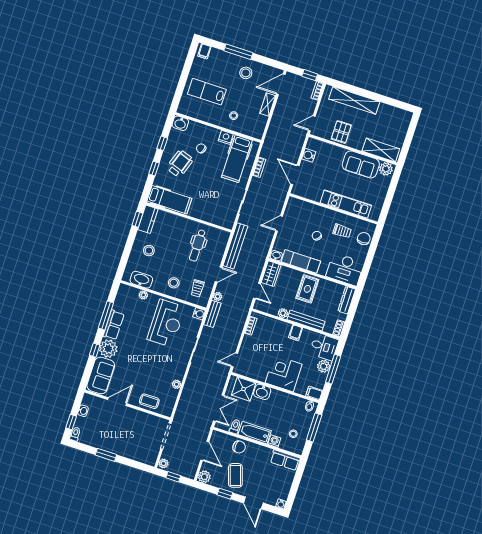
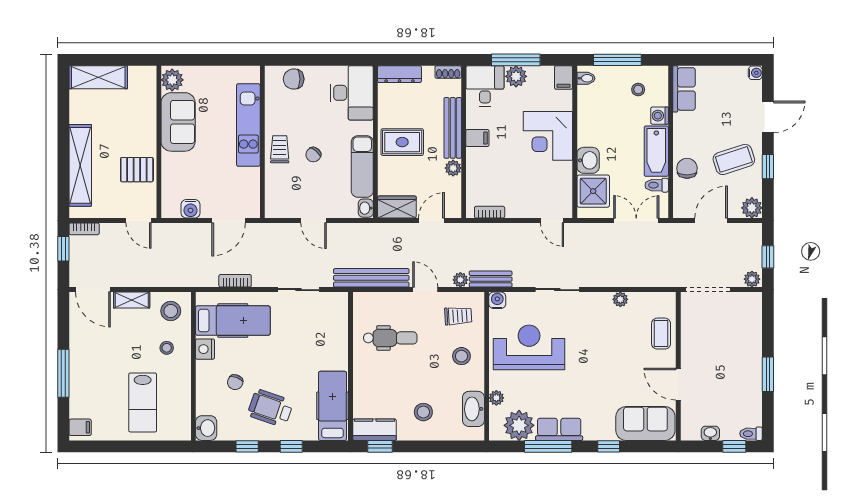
stool: (246, 73) -> (171, 311), moved
shelving: (381, 150) -> (98, 77), moved, turned 90
trolley: (342, 231) -> (280, 149), moved
plant: (108, 349) -> (519, 425), moved

